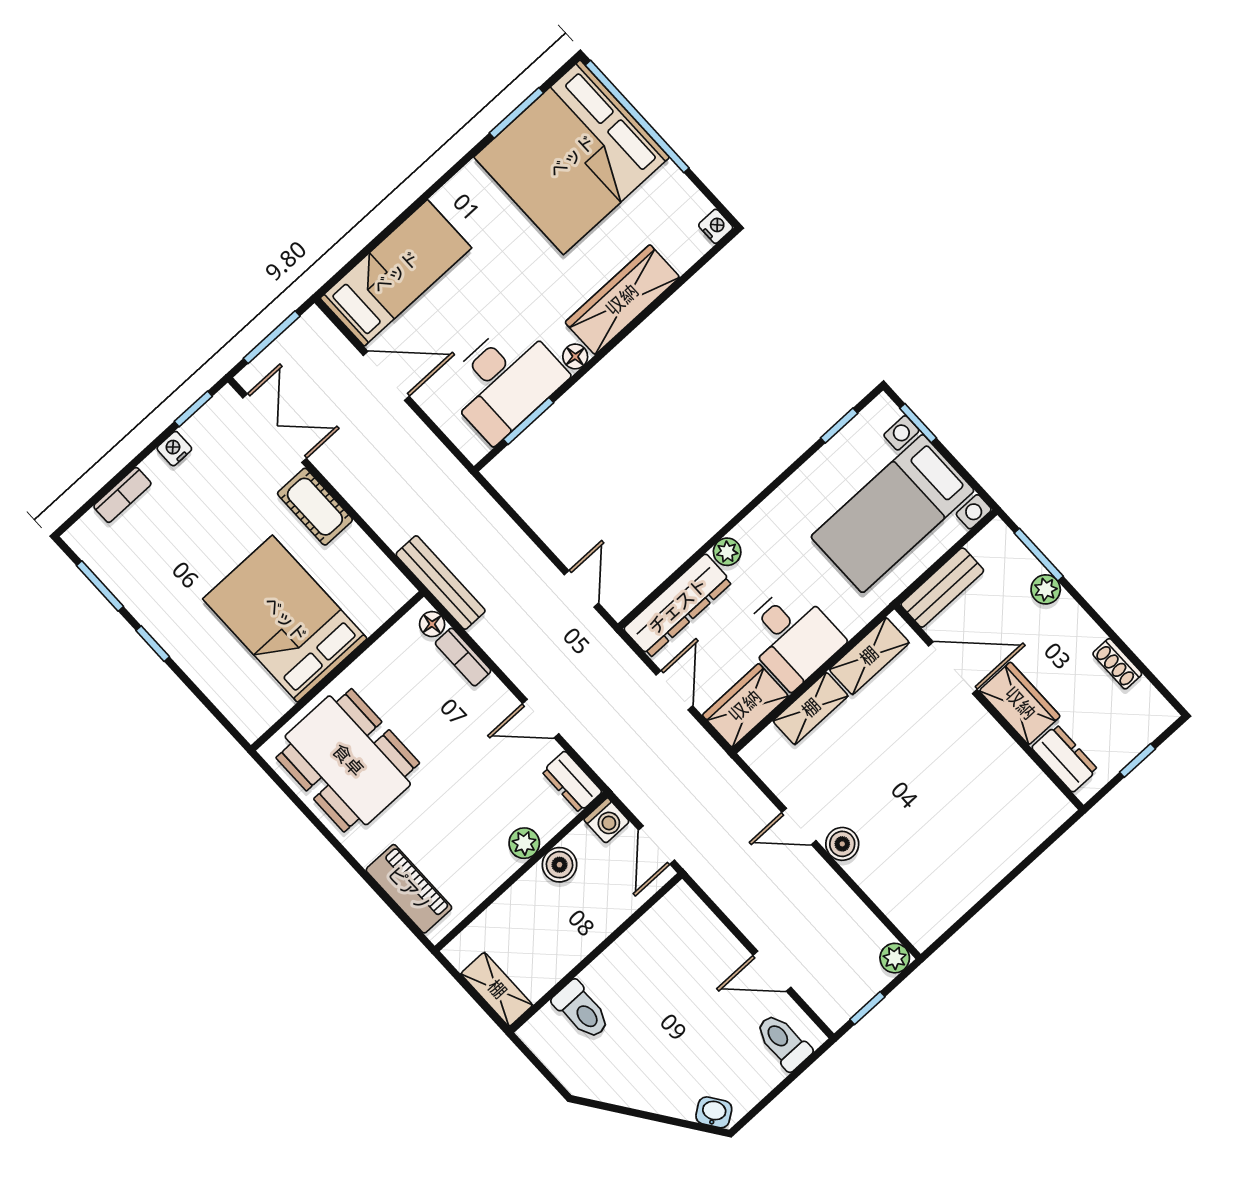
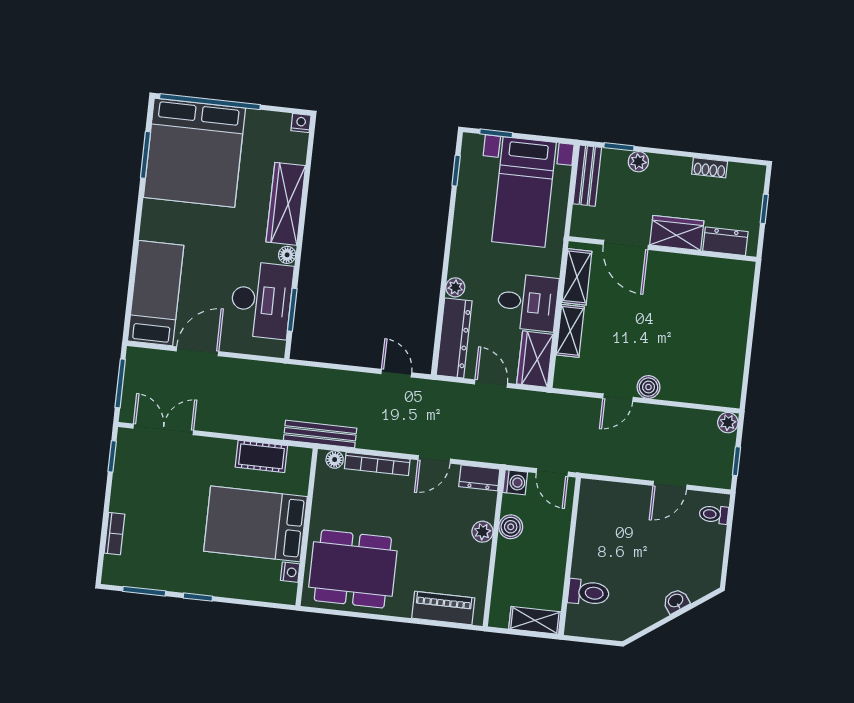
nightstand: (174, 449) -> (290, 572), moved, turned 180
cot: (315, 507) -> (261, 456), moved
window: (1039, 555) -> (619, 147), width x0.67
bench: (942, 588) -> (587, 176), moved
bookcase: (463, 657) -> (377, 464), width x1.56
door: (953, 668) -> (626, 245), swing flipped
toilet: (783, 1042) -> (714, 514), width x0.73, depth x0.72
washbasin: (714, 1112) -> (676, 601), moved

